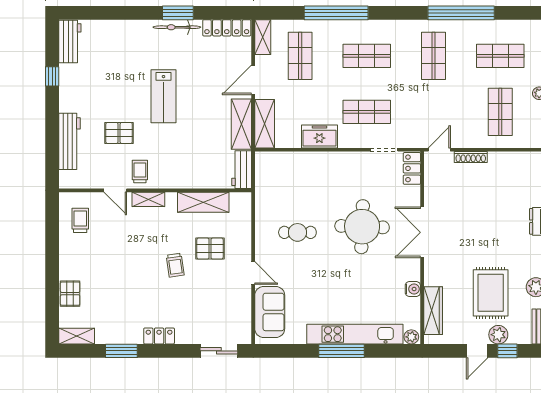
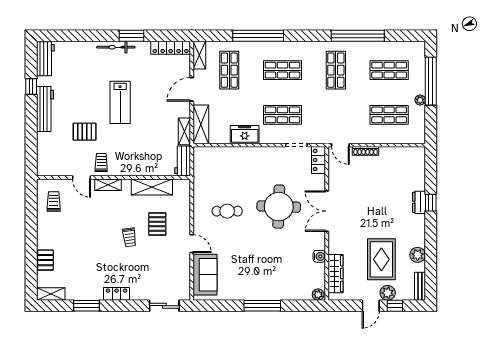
bicycle: (177, 27) -> (116, 47), moved
shop shelf: (500, 112) -> (389, 115), turned 90
shelving: (241, 124) -> (184, 131), width x0.67, depth x0.75
workbench: (69, 141) -> (45, 109), moved
door: (439, 150) -> (340, 145), swing flipped
pallet: (210, 249) -> (157, 224), turned 90
kitchen unit: (355, 334) -> (273, 292), removed

